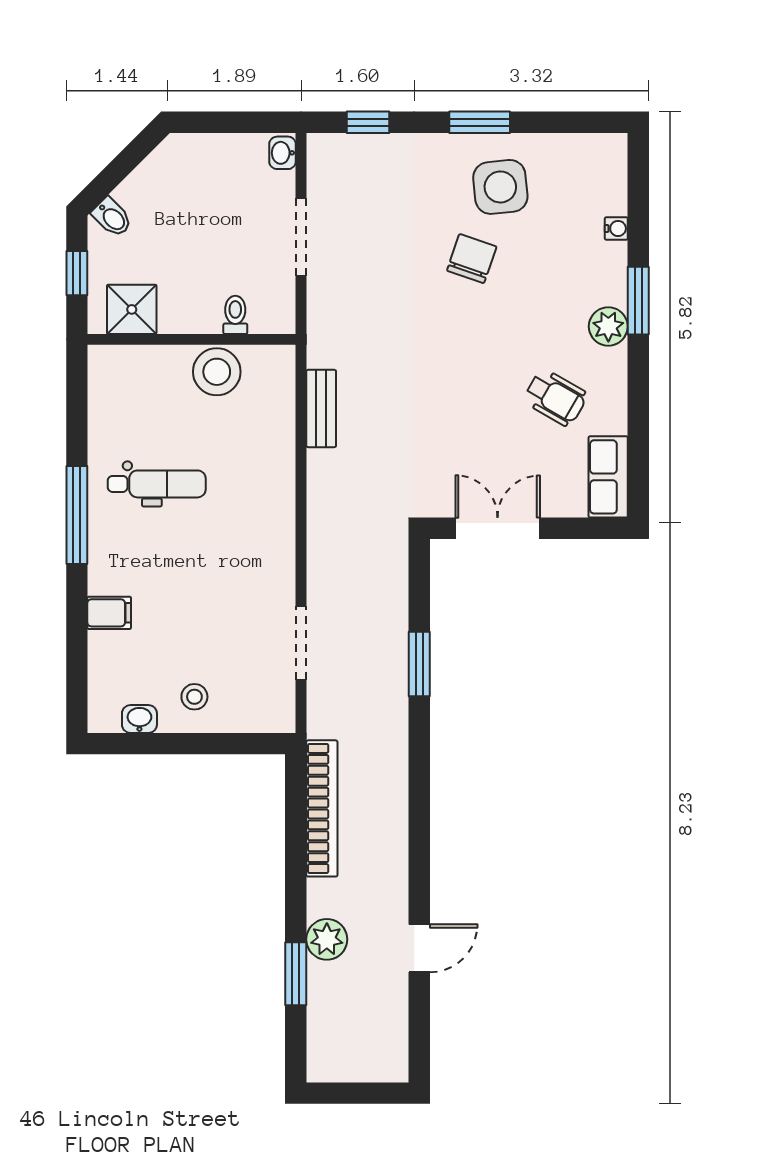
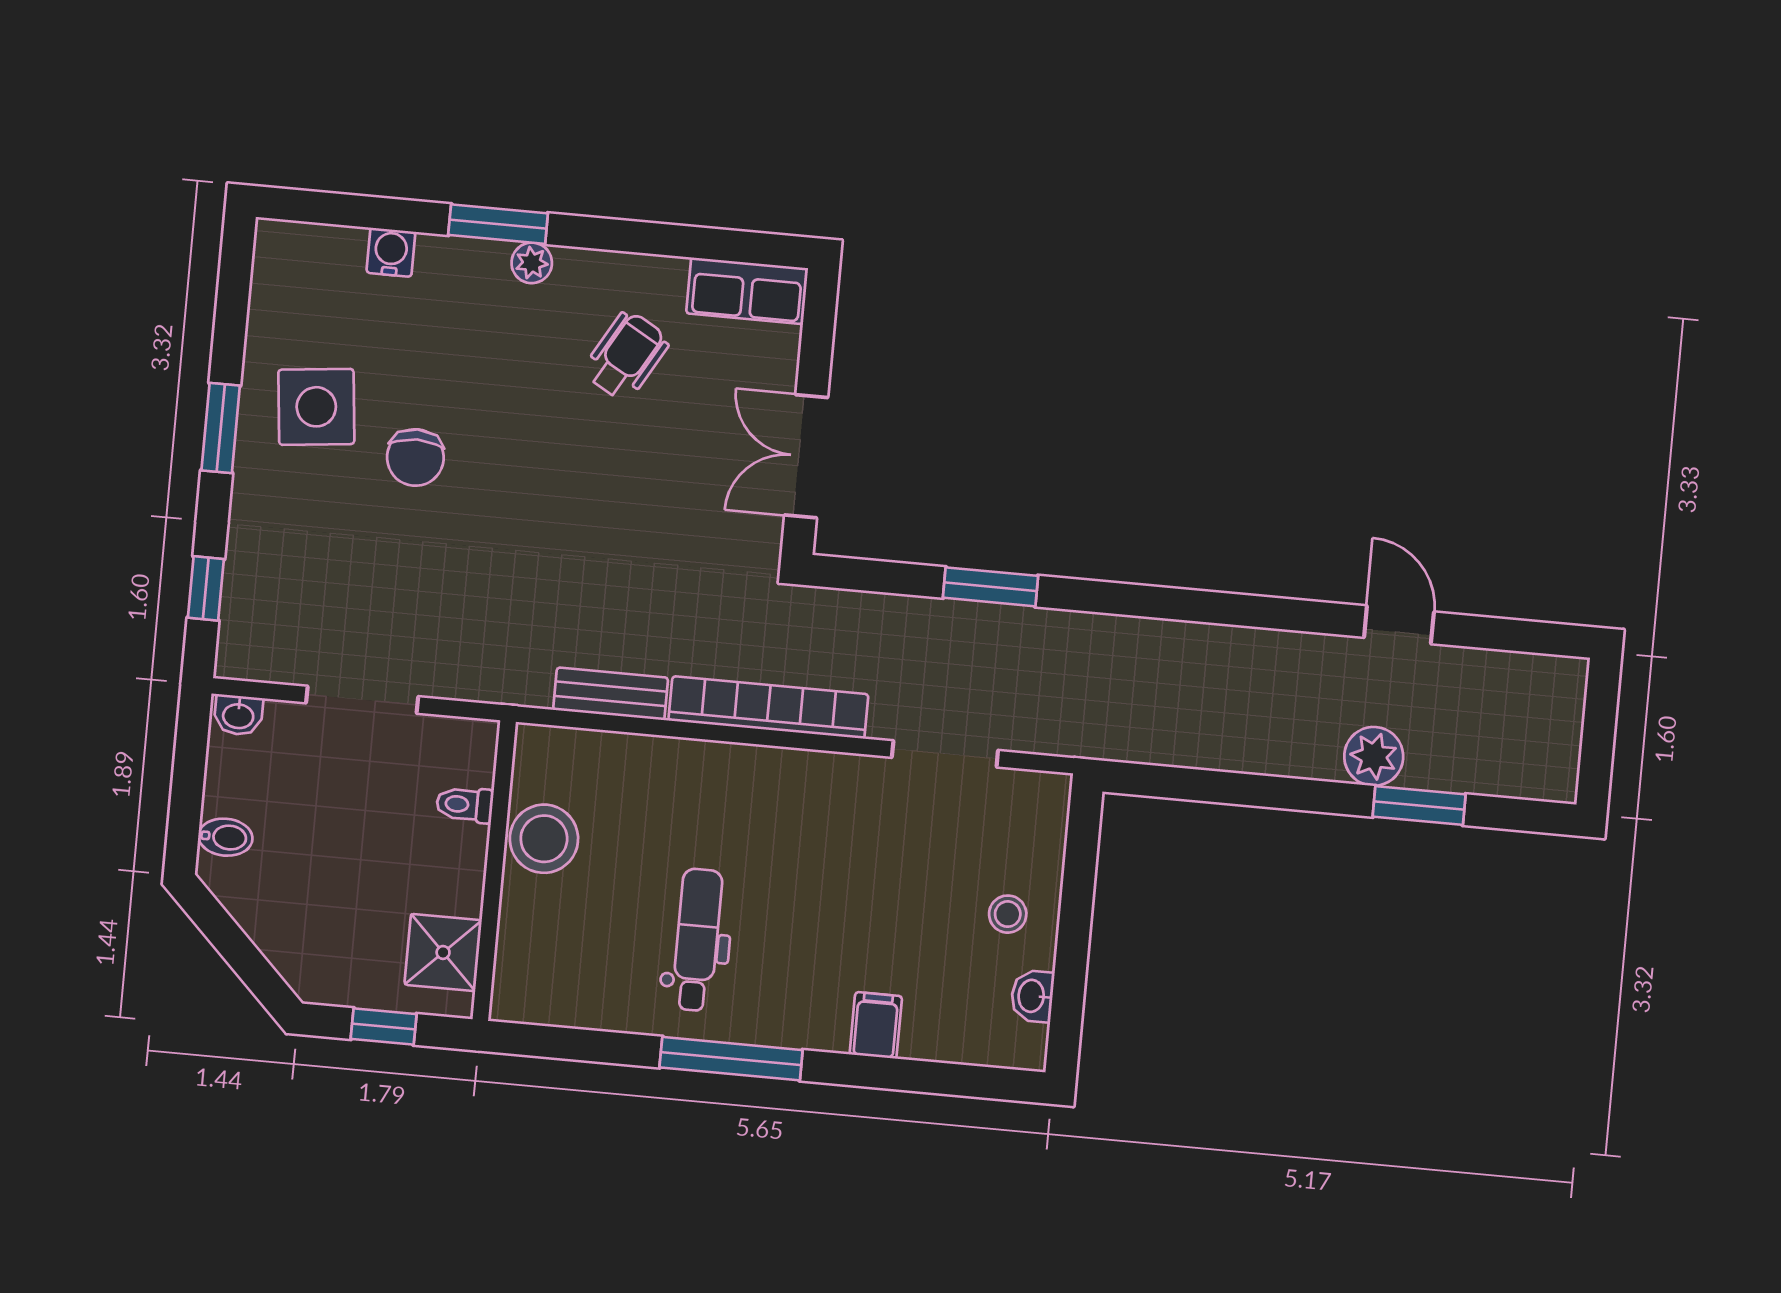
bidet: (112, 217) -> (225, 837), moved, turned 45
water cooler: (616, 228) -> (391, 252), width x1.38, depth x1.38
chair: (472, 259) -> (415, 457), turned -109
plant: (608, 326) -> (532, 263), width x0.73, depth x0.73
bookcase: (322, 808) -> (768, 707), moved

